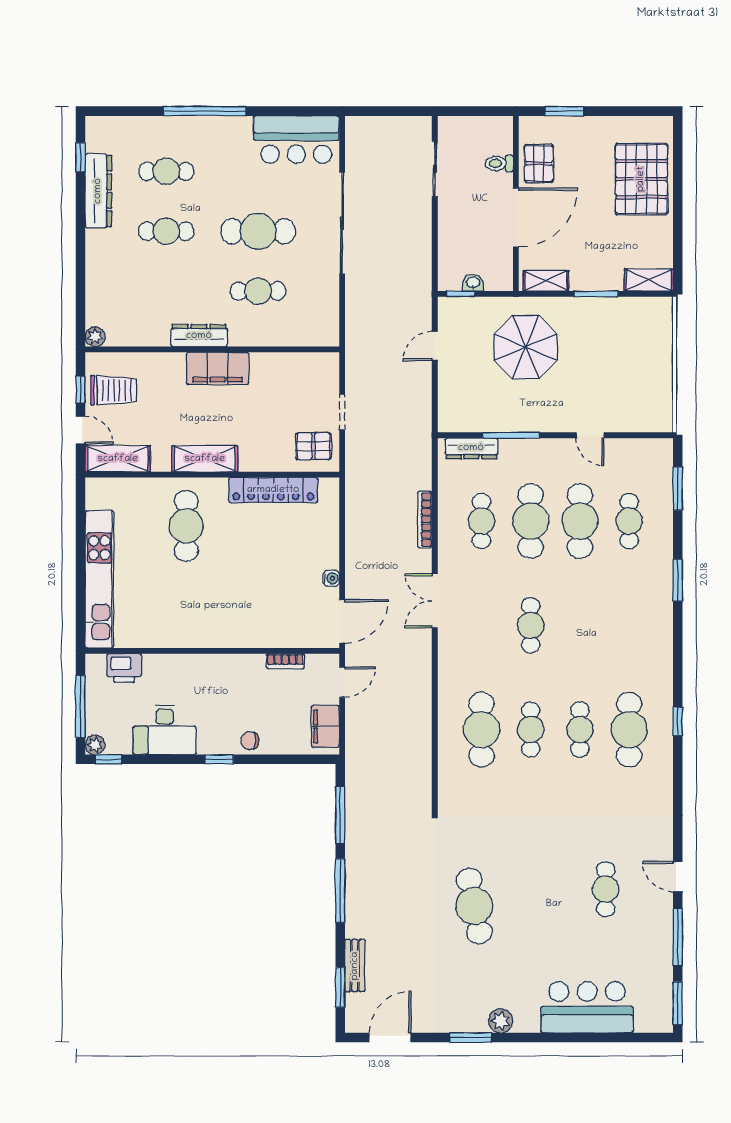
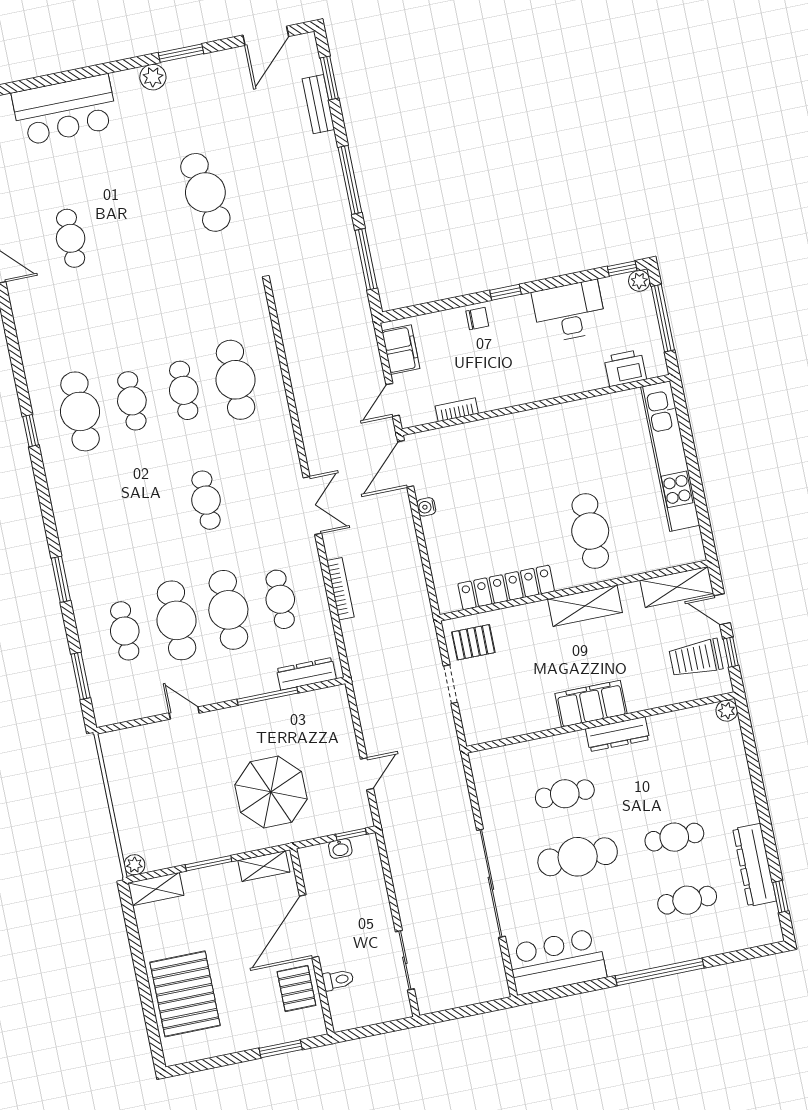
plant: (664, 306) -> (134, 865), added

